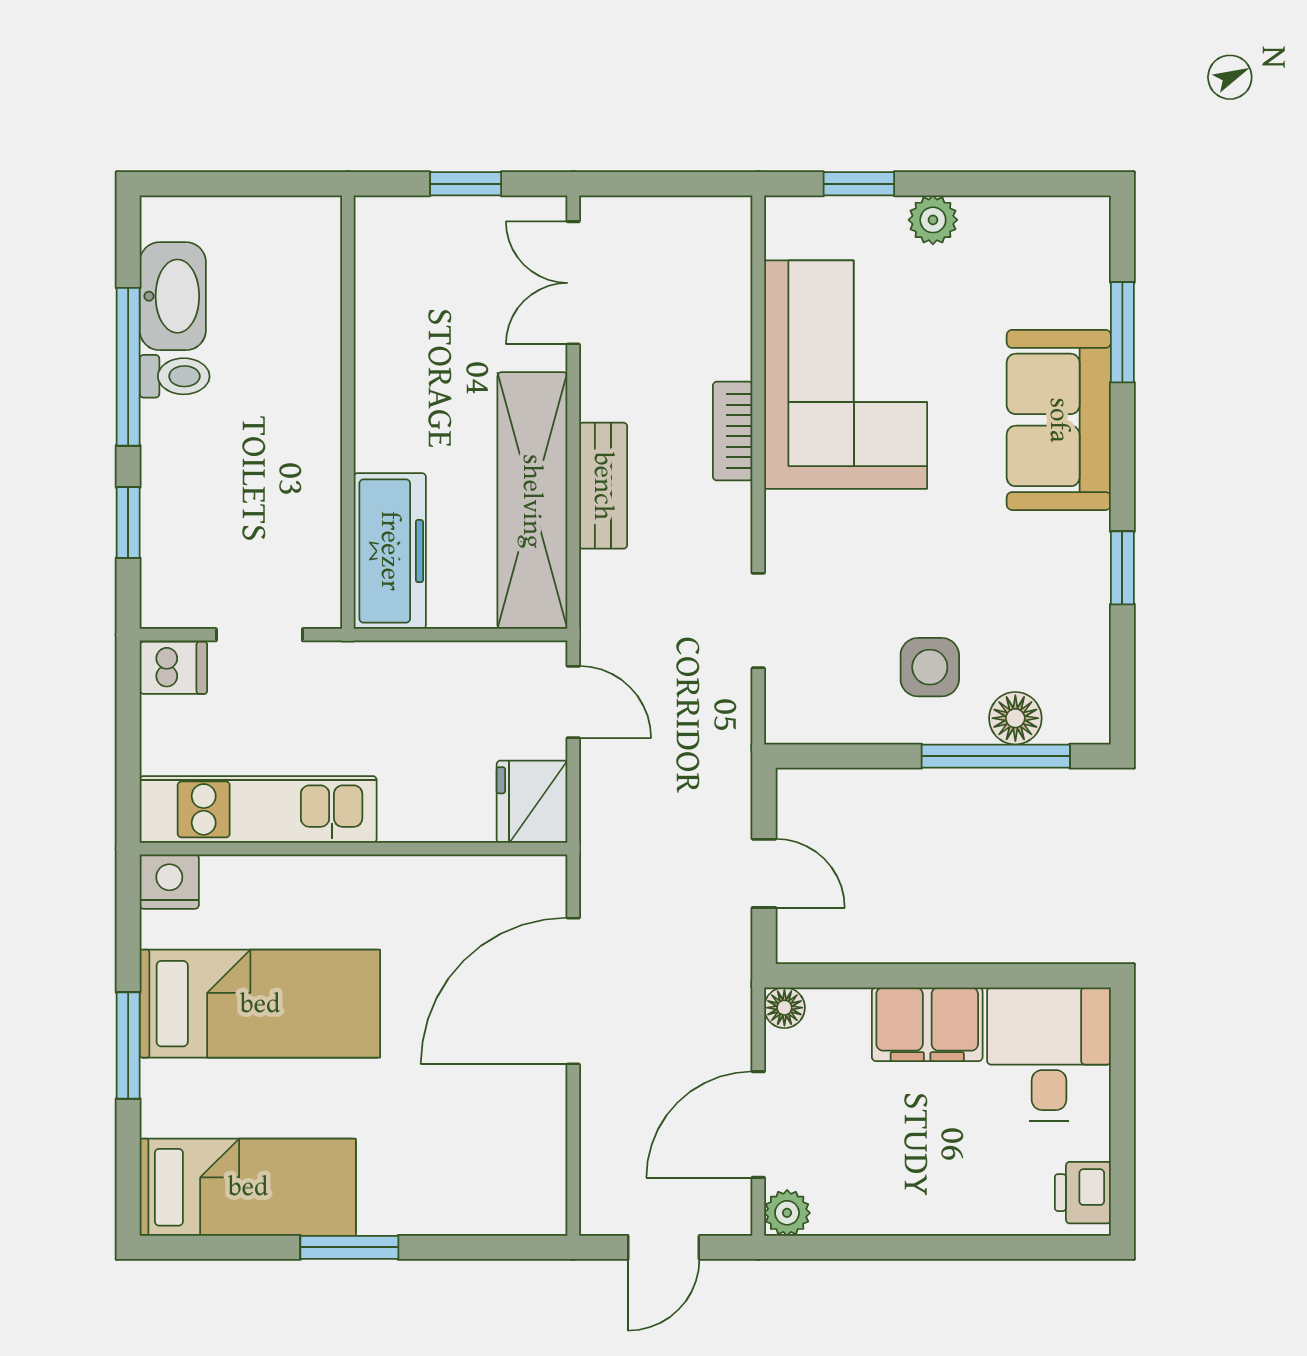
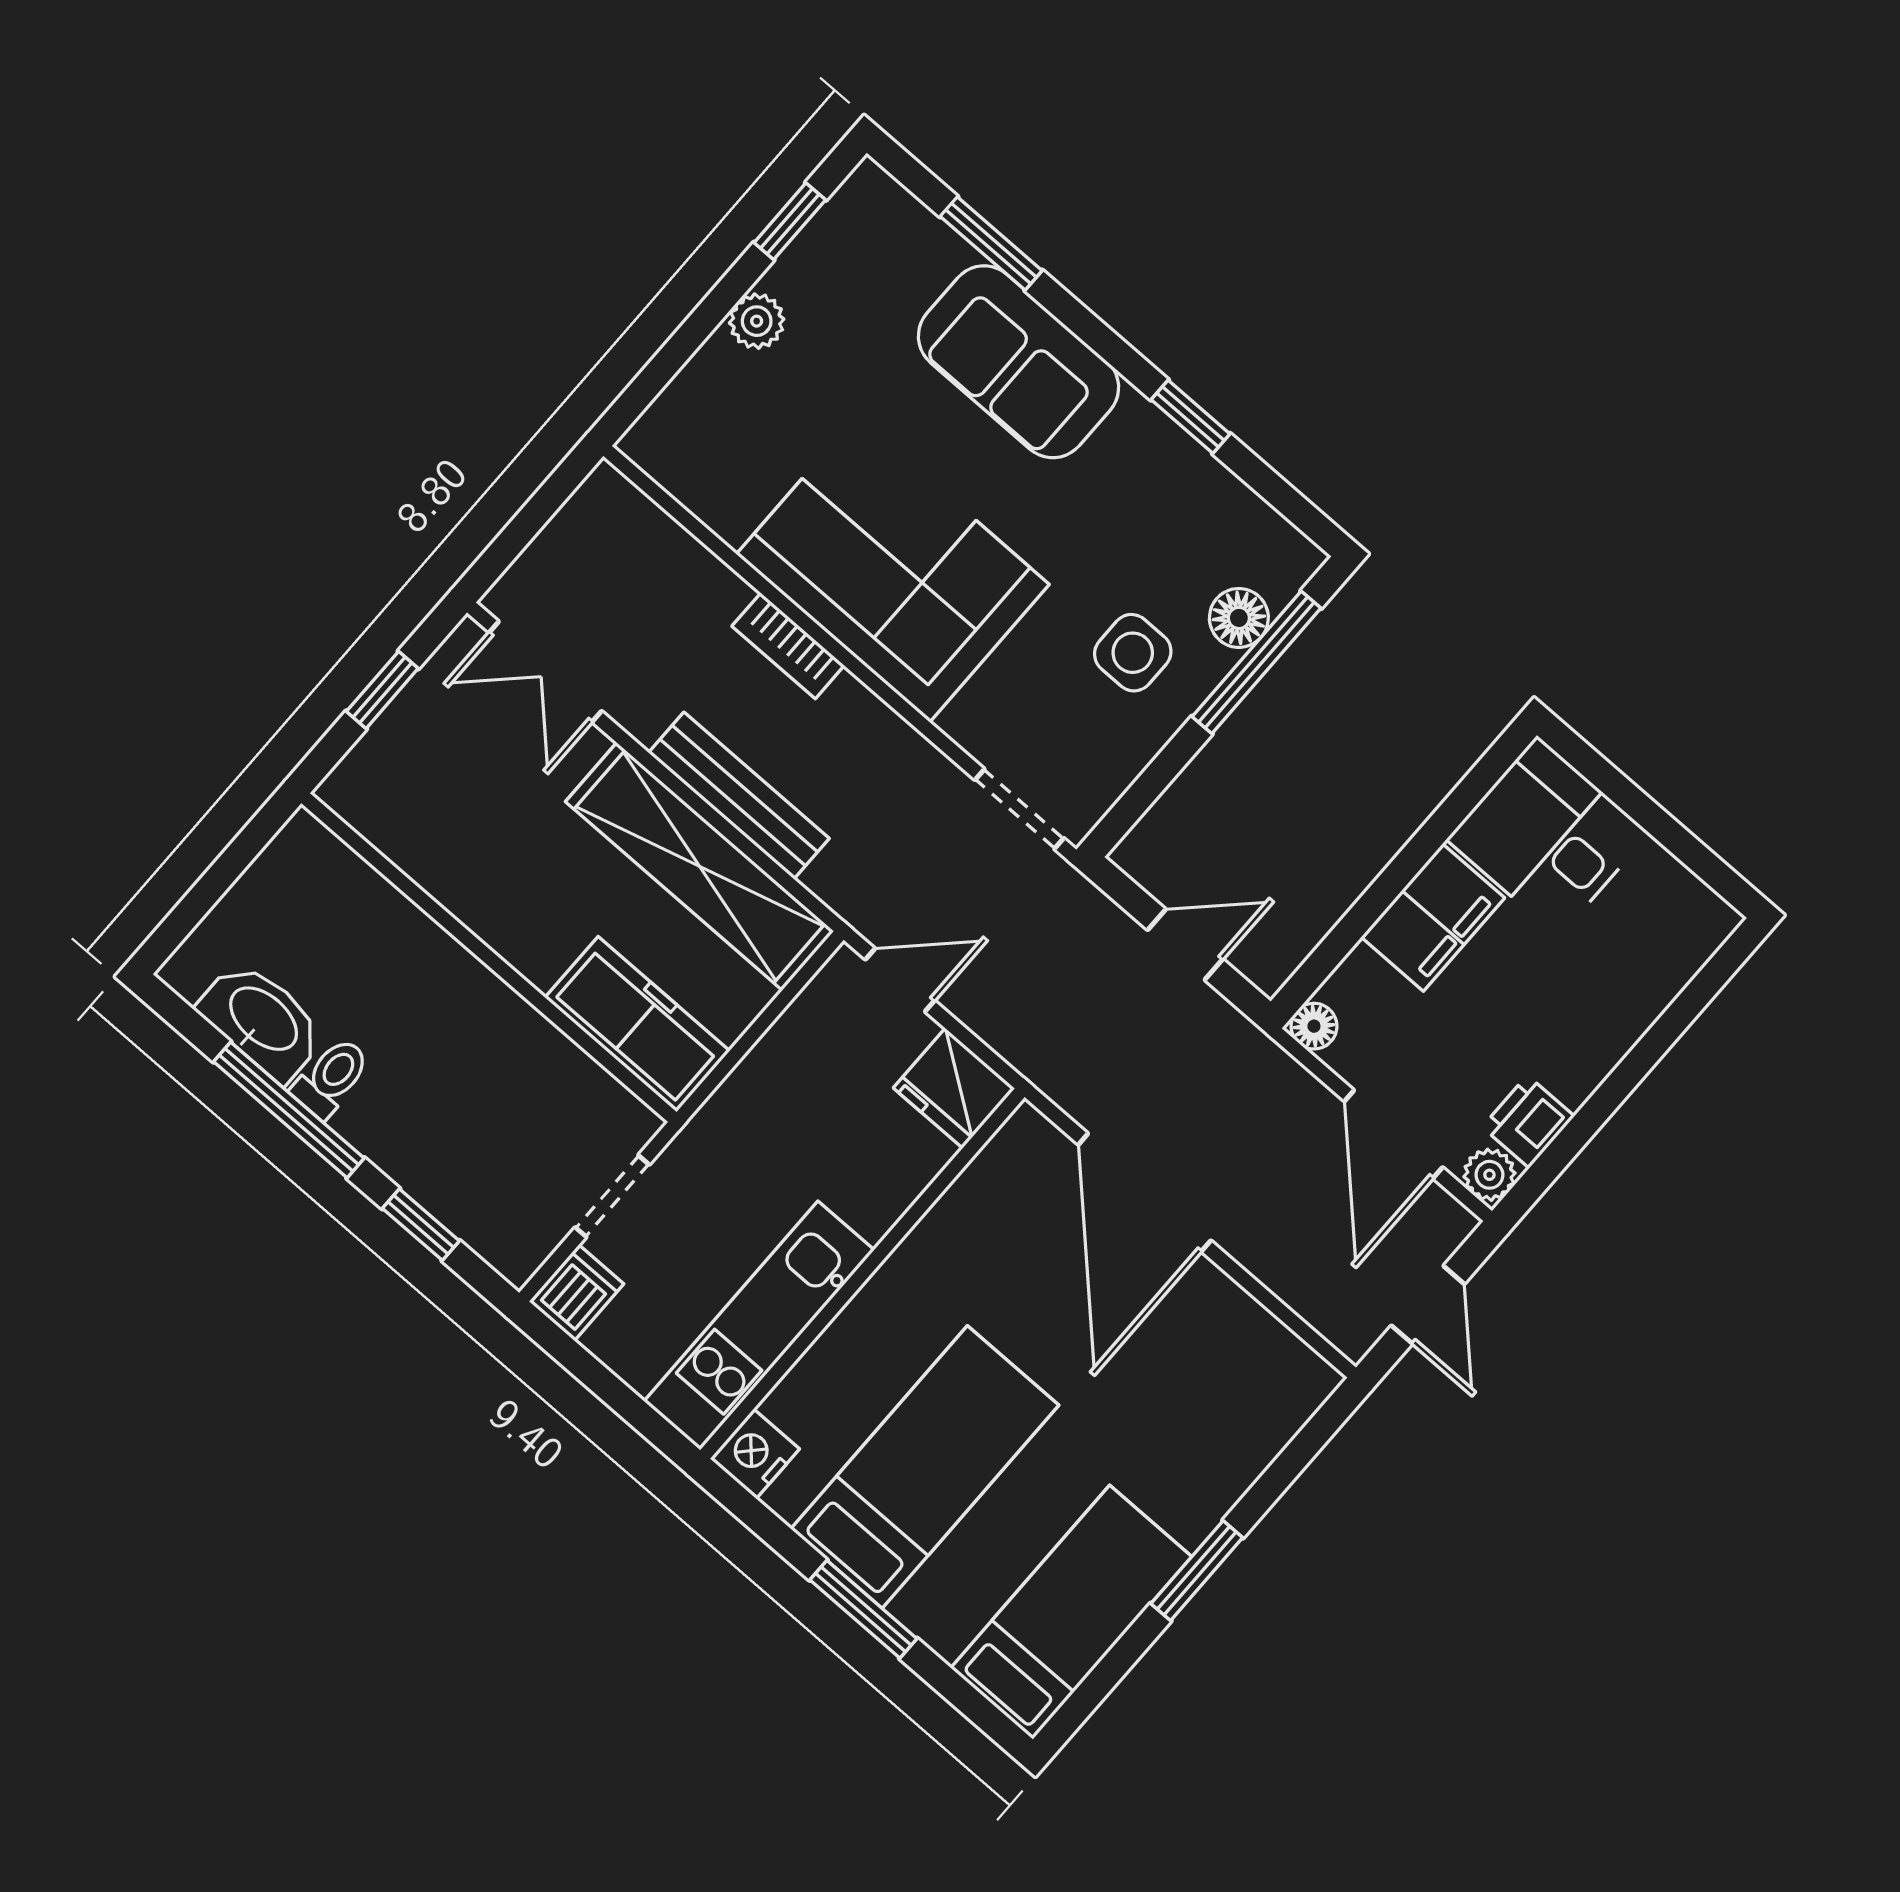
window: (859, 184) -> (790, 221), moved
corner sofa: (846, 375) -> (893, 569), moved
bench: (603, 486) -> (739, 796), width x1.36
doorway: (758, 621) -> (1019, 809), moved
printer: (1083, 1193) -> (1528, 1122), moved, turned 90

